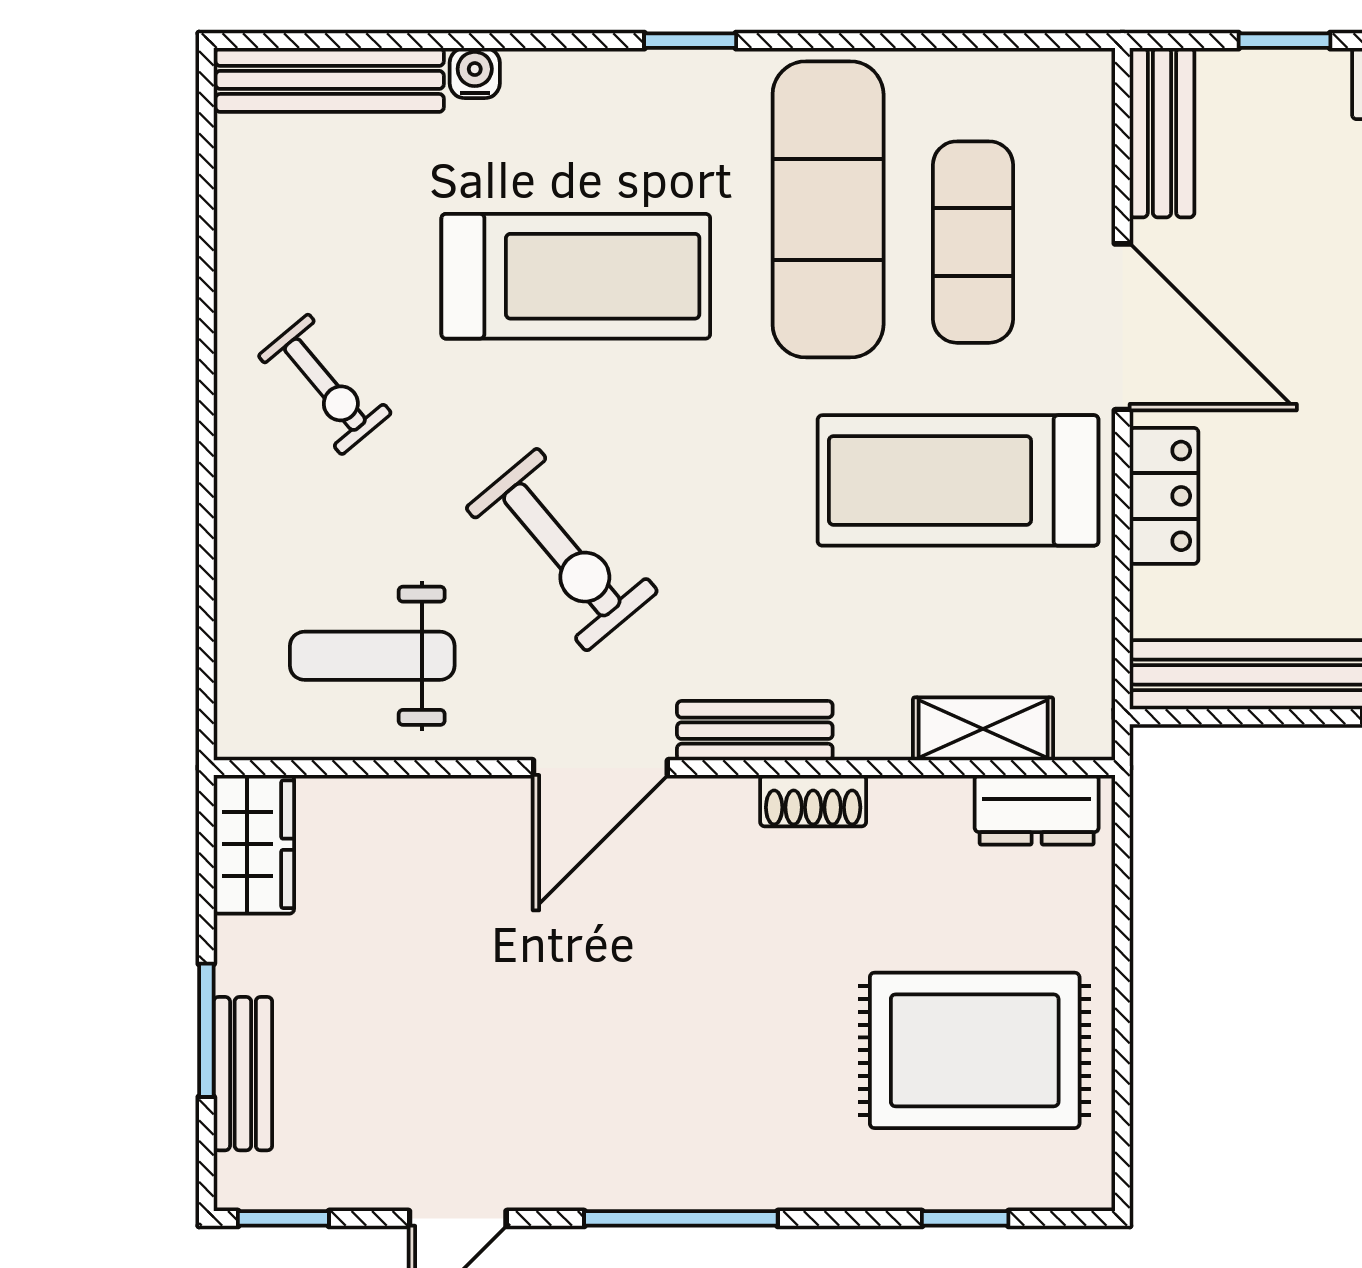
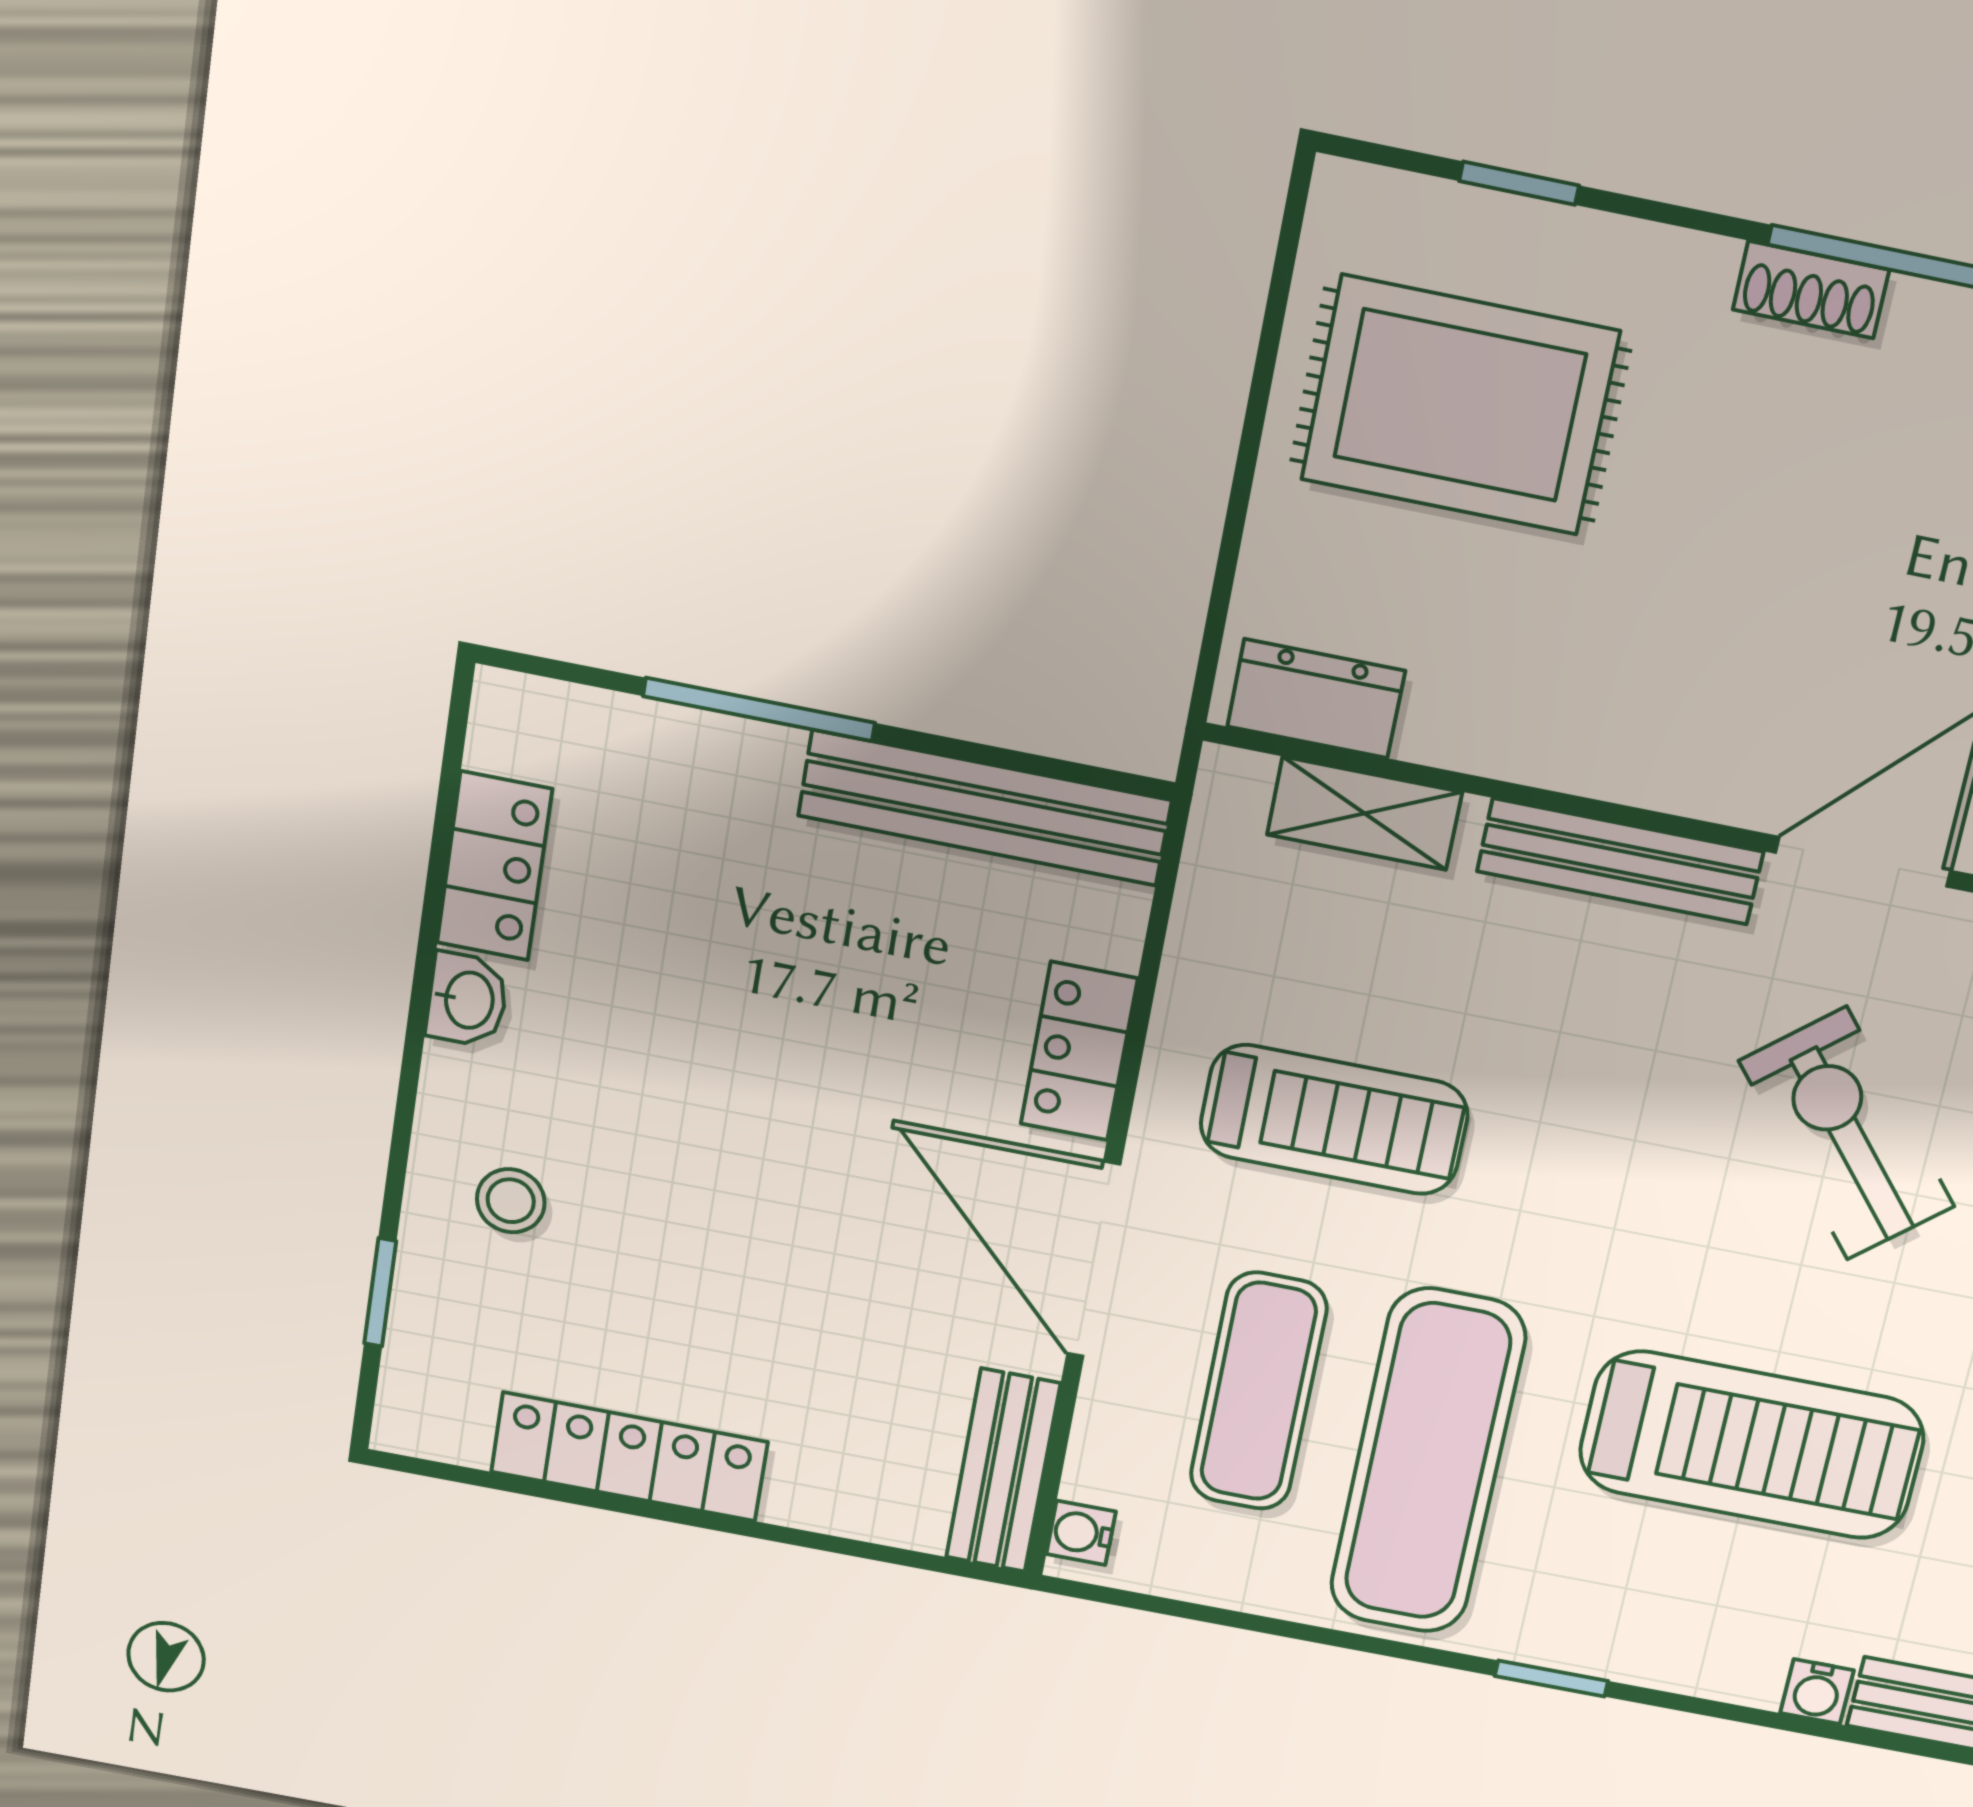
window: (1284, 41) -> (835, 1544), removed
water cooler: (1091, 91) -> (1081, 1533), added
treadmill: (576, 276) -> (1752, 1445), turned 180
treadmill: (958, 480) -> (1334, 1120), width x0.73, depth x0.73
bench: (755, 731) -> (1620, 861), width x1.36
shoe rack: (813, 801) -> (1811, 290), moved, turned 180

